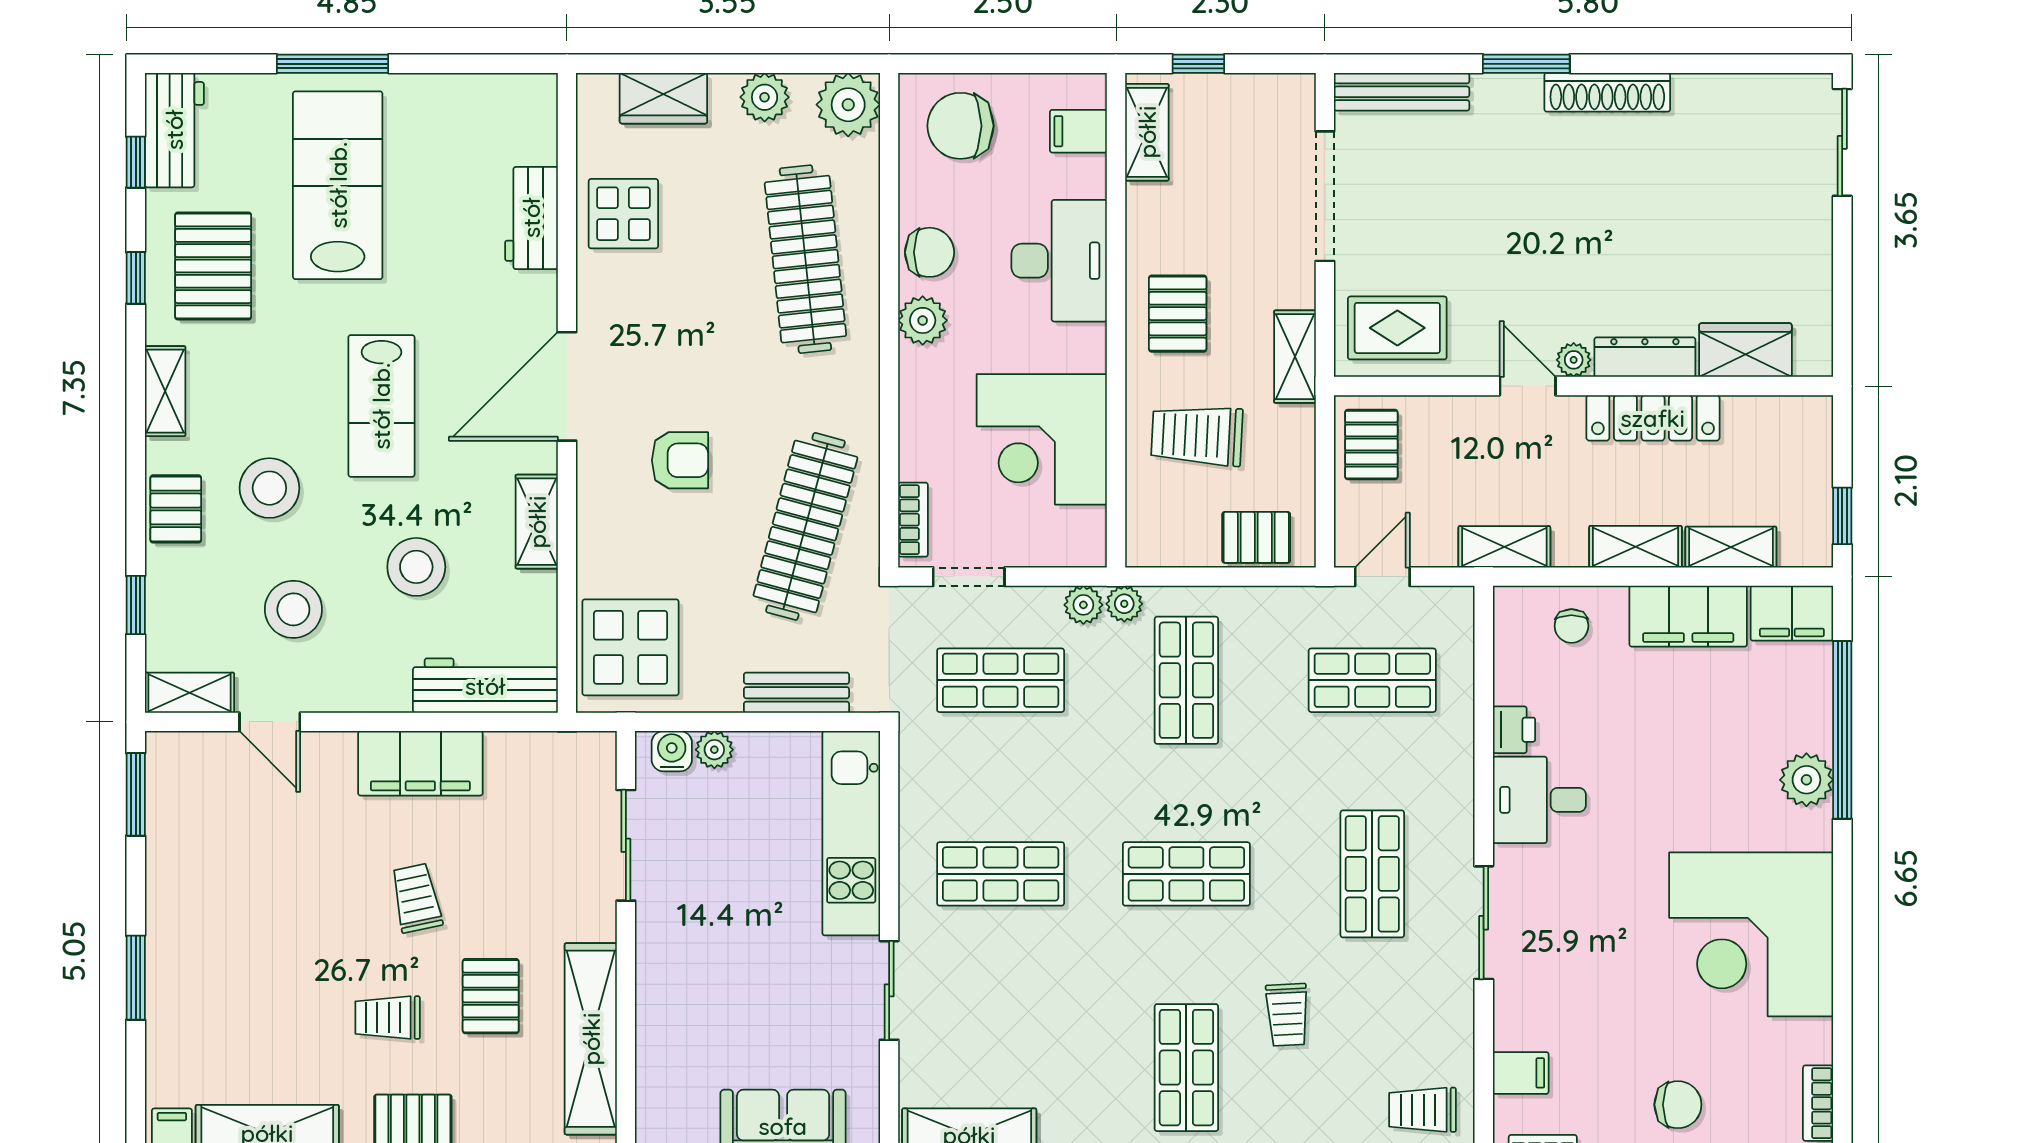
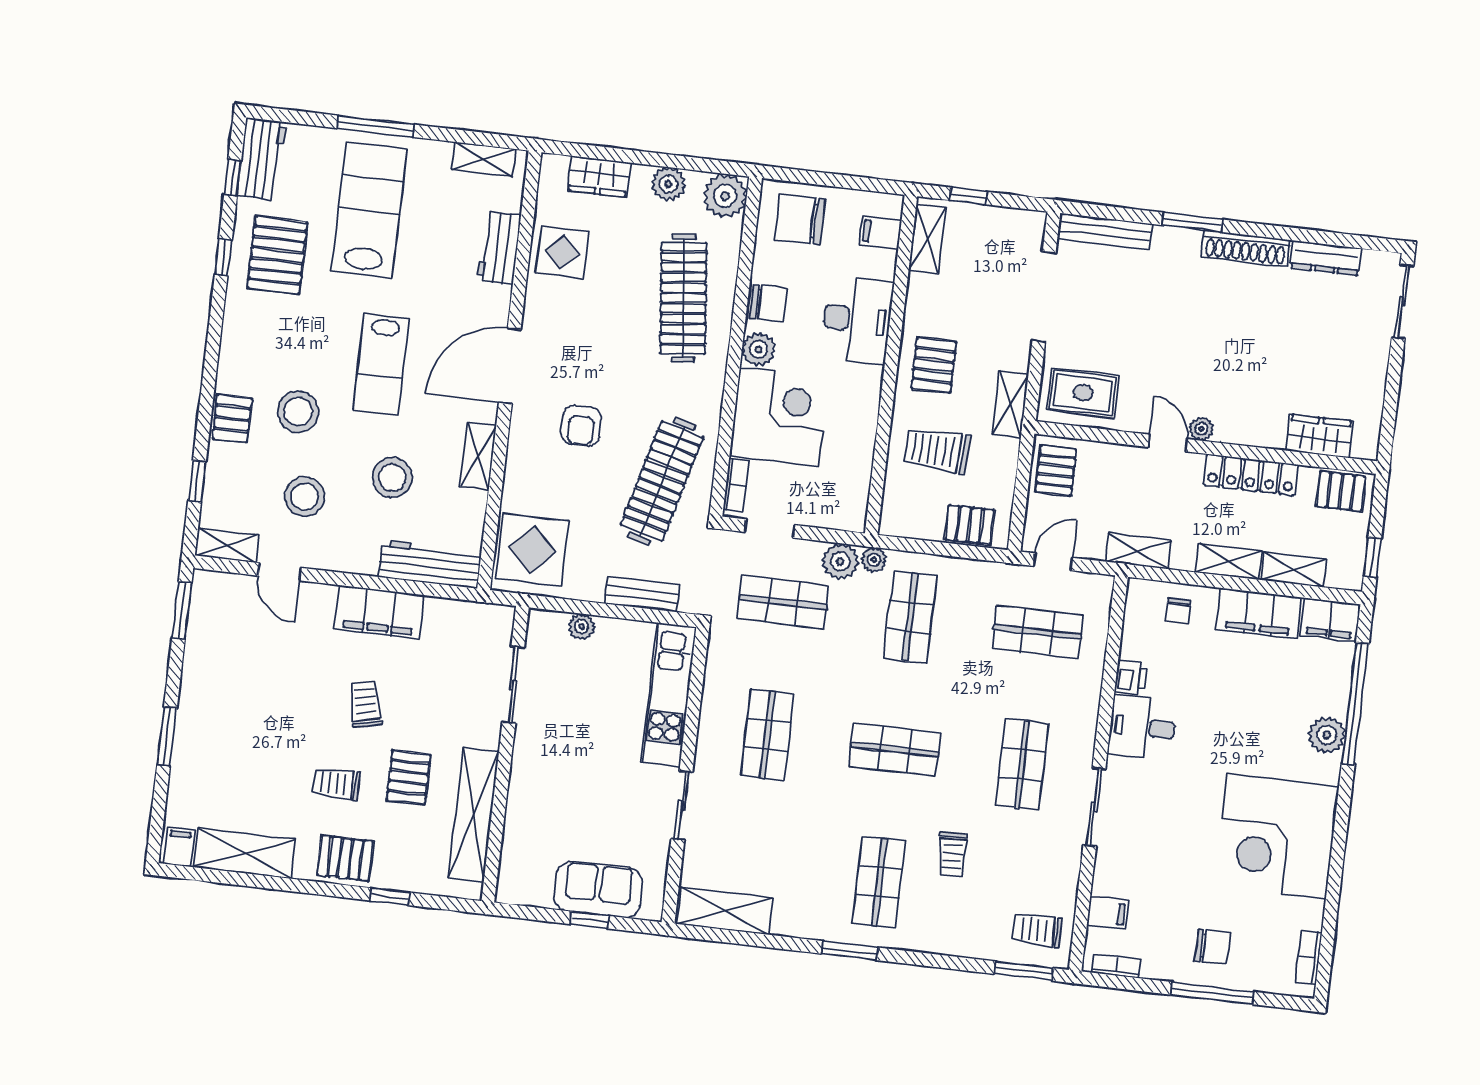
dresser: (1645, 357) -> (1326, 258), moved, turned 180
shelving: (165, 391) -> (484, 159), moved, turned 90
pallet: (1785, 426) -> (1341, 491), added
corner desk: (1042, 439) -> (779, 417), moved, turned 180
armchair: (680, 460) -> (581, 426), turned 90
plant: (1083, 605) -> (840, 561), width x1.38, depth x1.38
water cooler: (672, 751) -> (552, 624), removed
shop shelf: (1001, 874) -> (767, 735), turned 90

